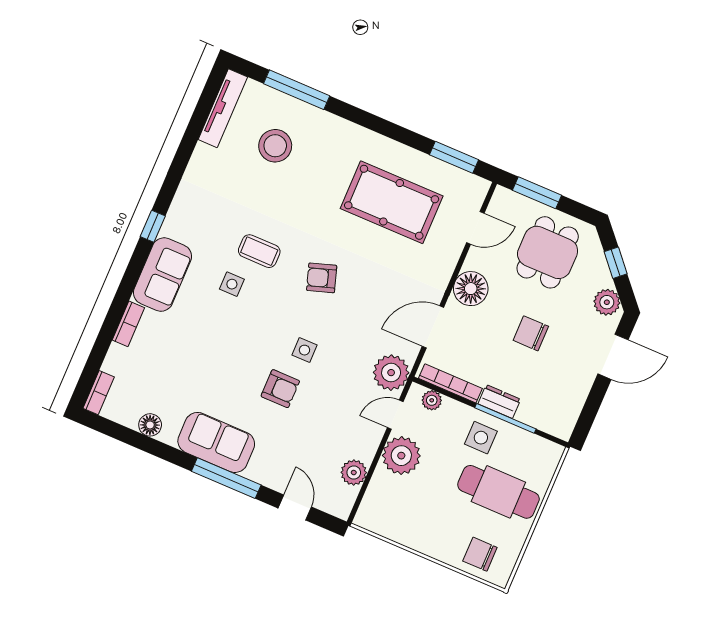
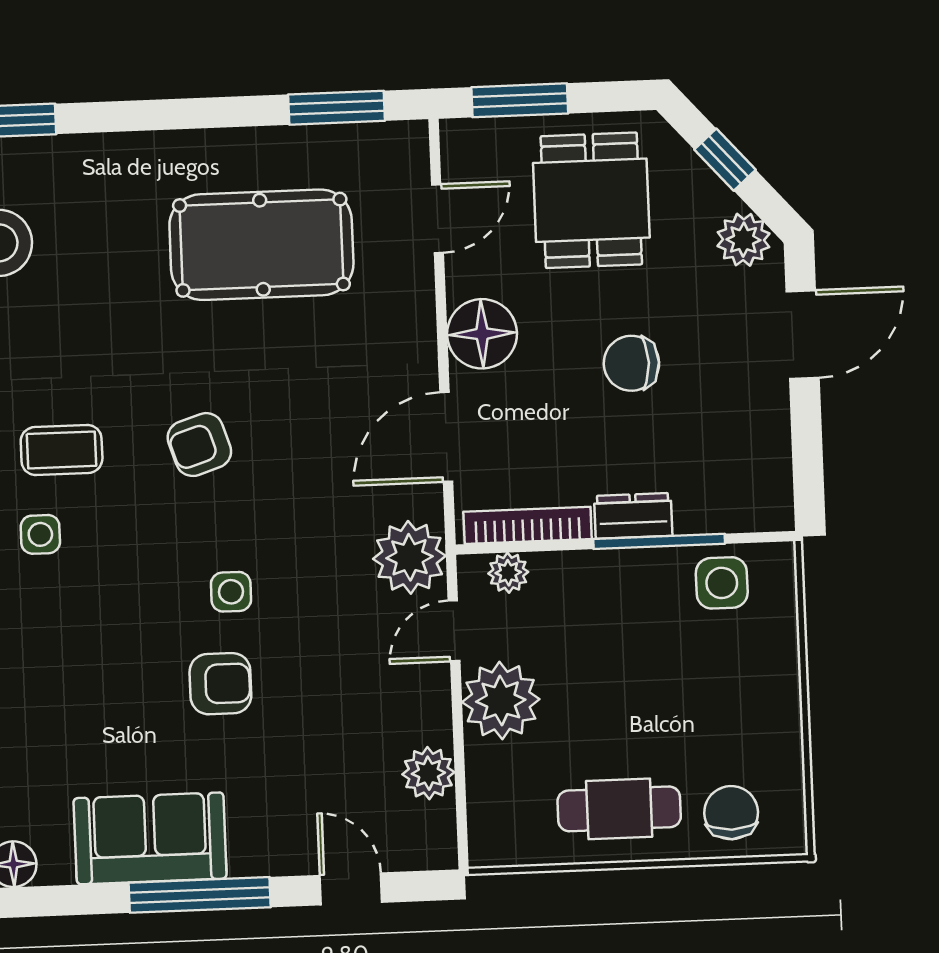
side table: (481, 438) -> (722, 583), moved
cafe table: (498, 492) -> (619, 809), moved, width x0.73, depth x0.74
chair: (480, 554) -> (731, 813), turned 90

